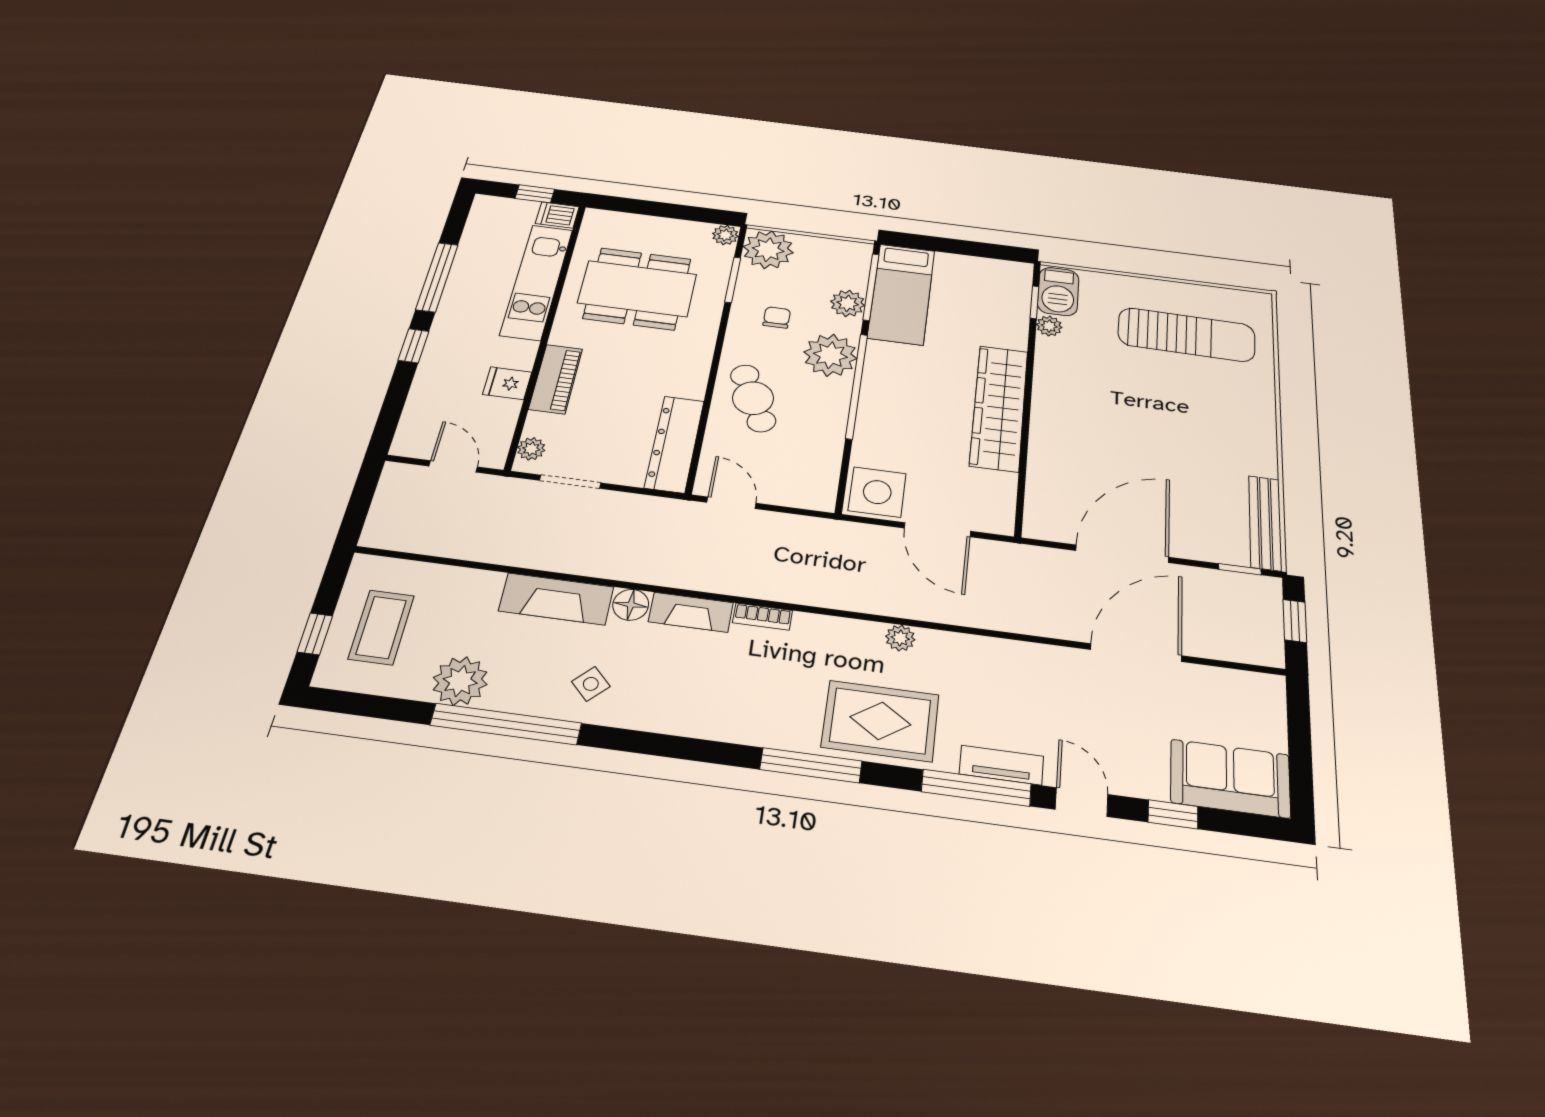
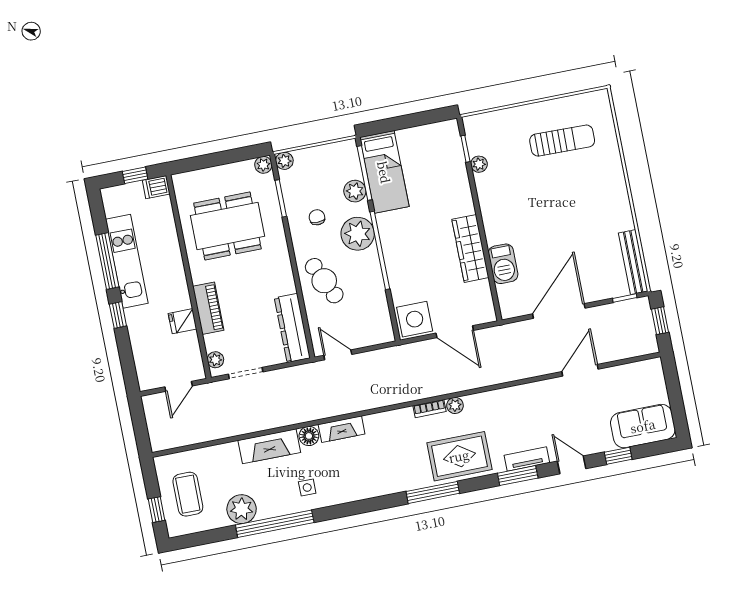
plant: (768, 250) -> (284, 161), width x0.53, depth x0.53
kitchen unit: (537, 282) -> (127, 261), moved, turned 180
barbecue: (1058, 291) -> (503, 264), moved
sun lounger: (1187, 335) -> (562, 141), width x0.73, depth x0.75
wardrobe: (999, 408) -> (470, 248), width x0.71, depth x0.85
door: (453, 466) -> (179, 386), swing flipped
bookcase: (763, 617) -> (430, 409), moved
door: (1136, 653) -> (580, 370), width x0.73
side table: (591, 684) -> (307, 488), turned 45
window: (976, 788) -> (518, 476), width x0.69

